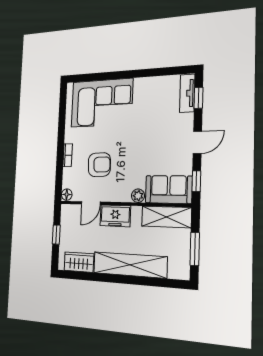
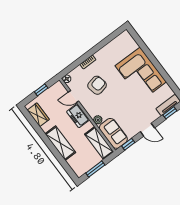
corner sofa: (102, 103) -> (141, 74), moved
armchair: (99, 165) -> (97, 85), turned -99
shelving: (130, 265) -> (60, 143), width x0.68

